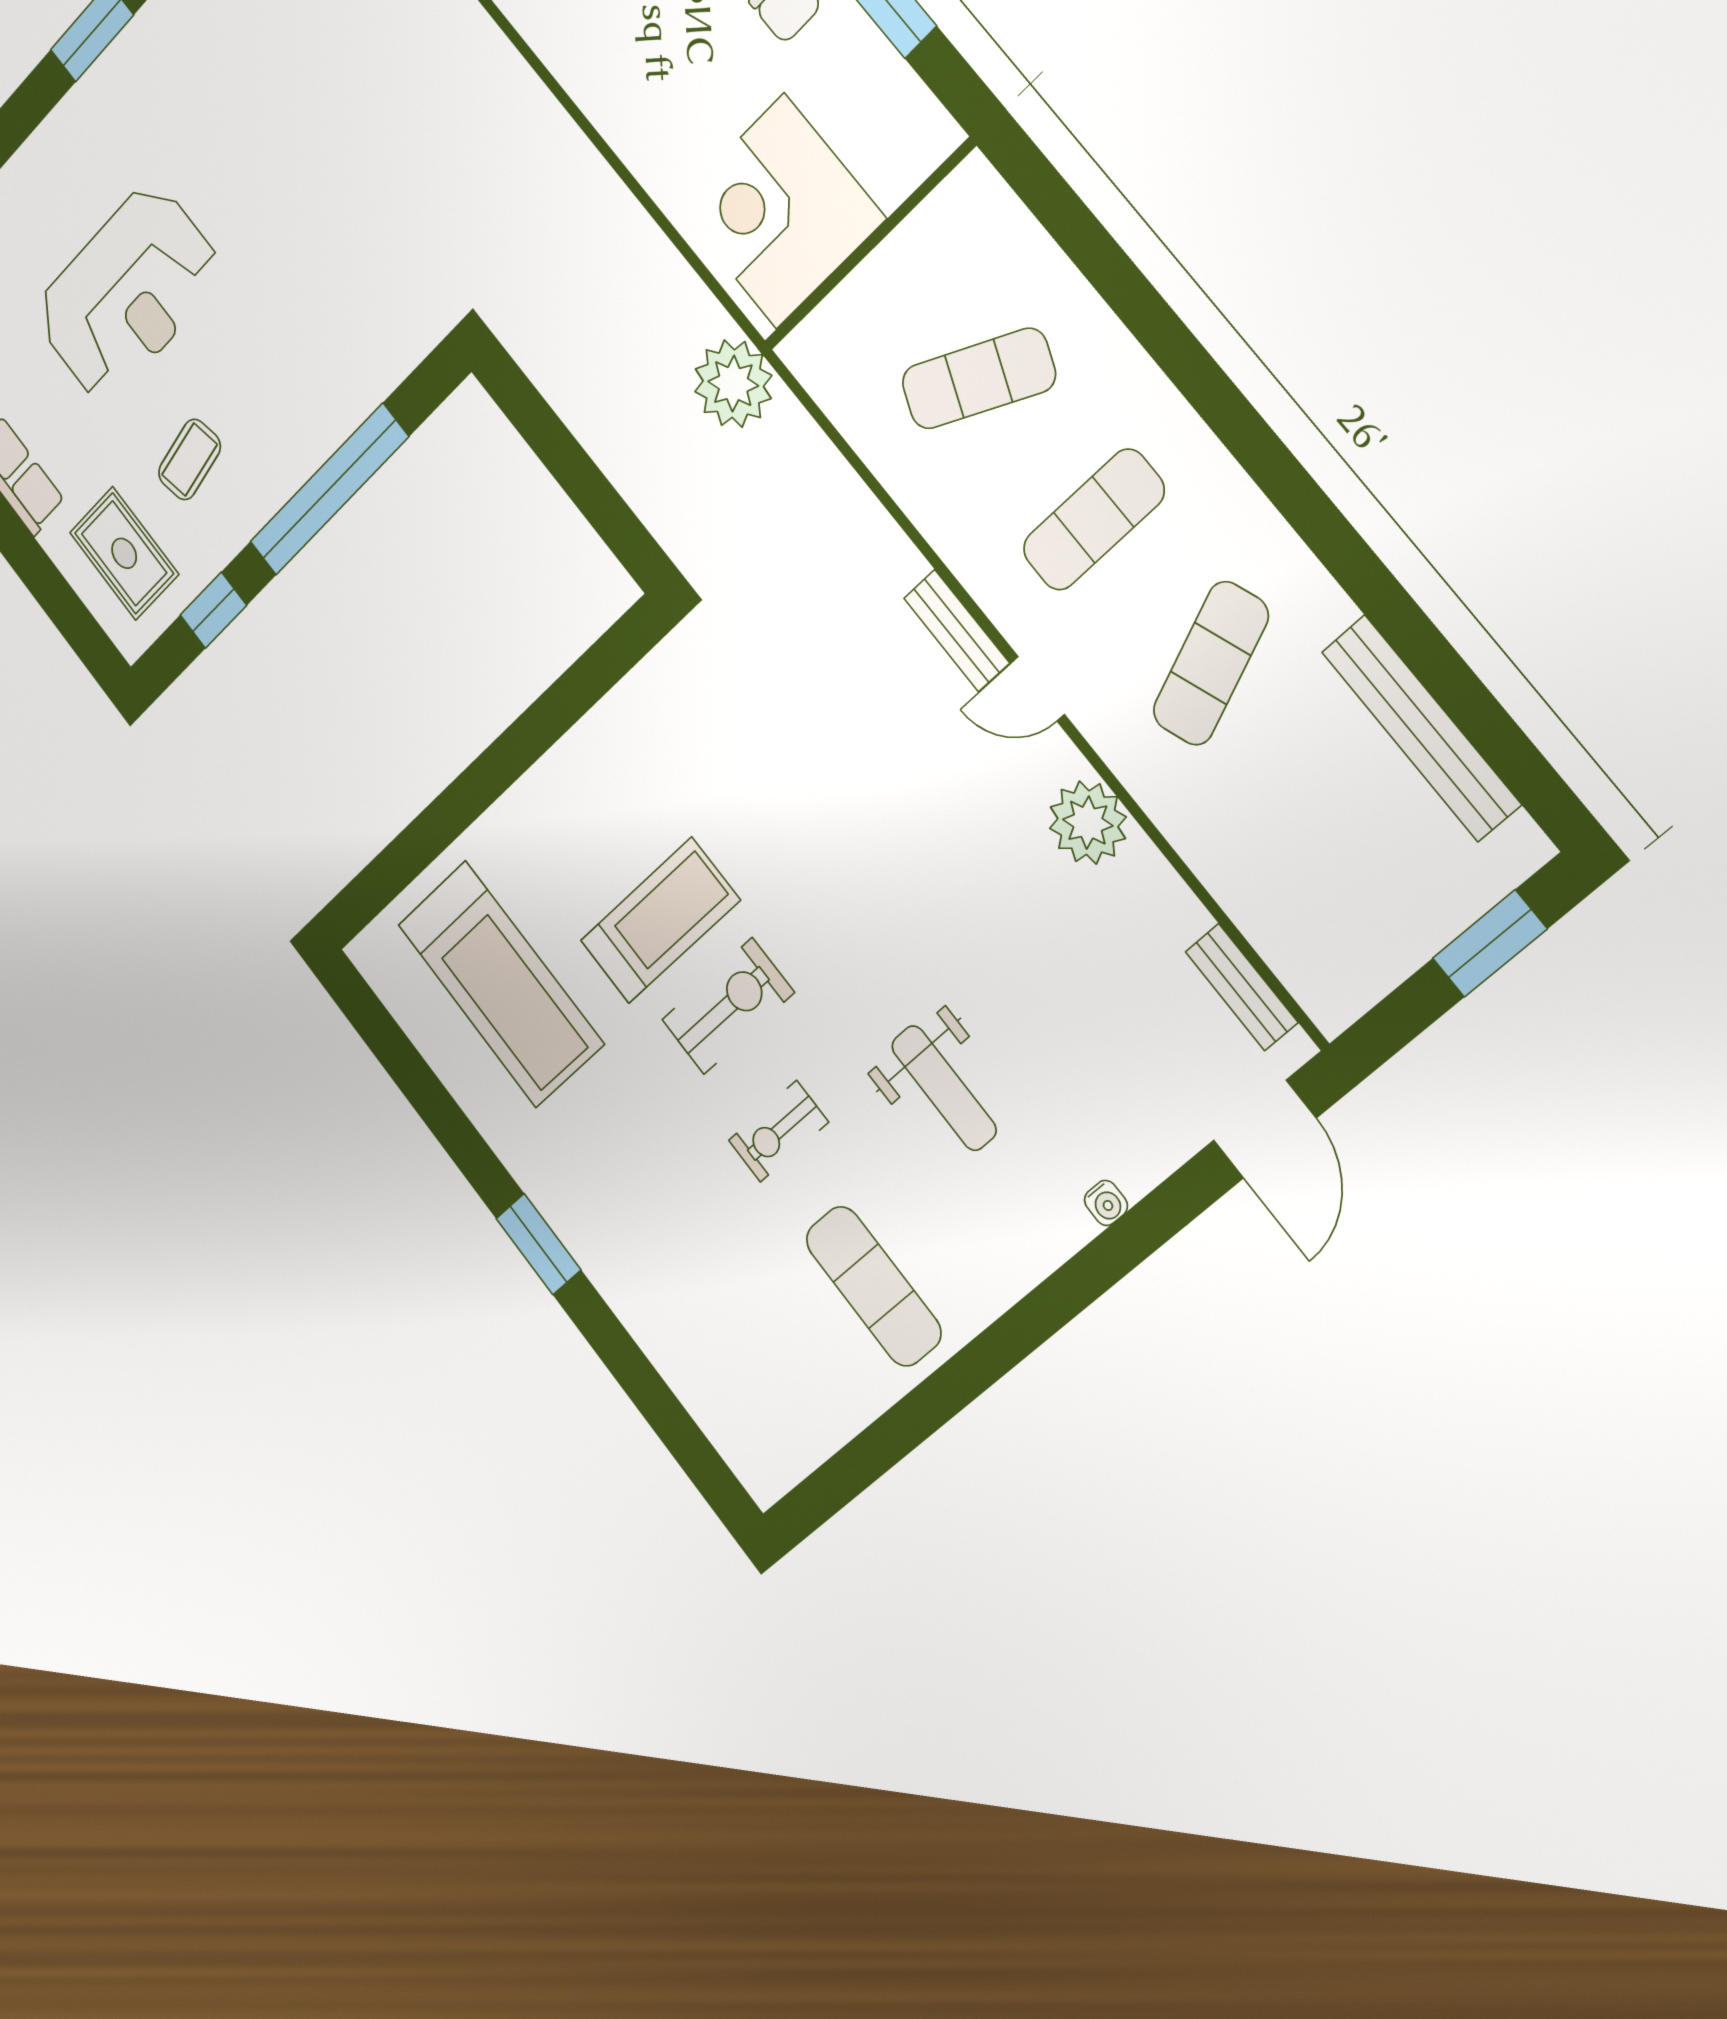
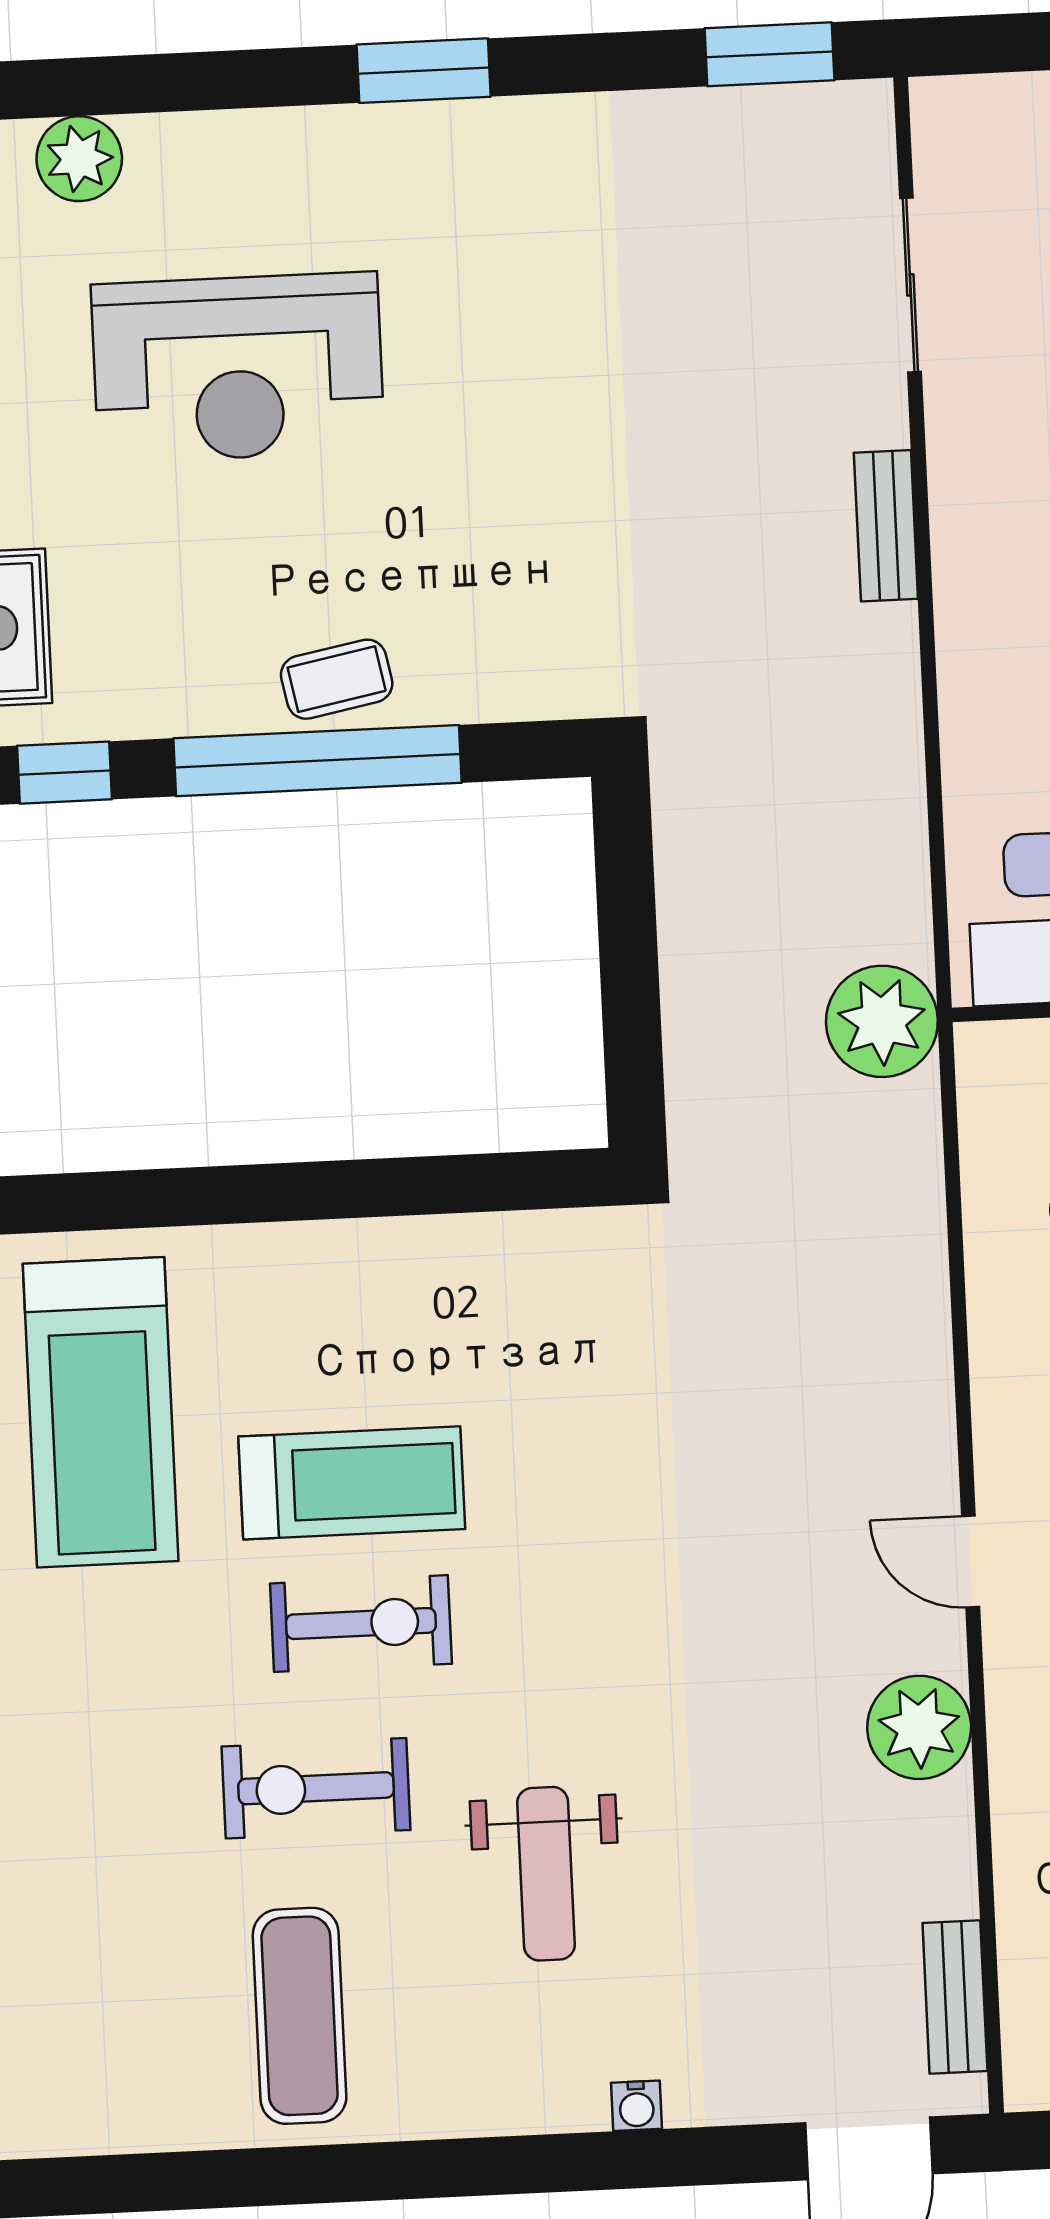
coffee table: (190, 460) -> (337, 679), moved
bench: (957, 631) -> (886, 526), moved
exercise bike: (778, 1131) -> (316, 1788), width x1.38, depth x1.39

